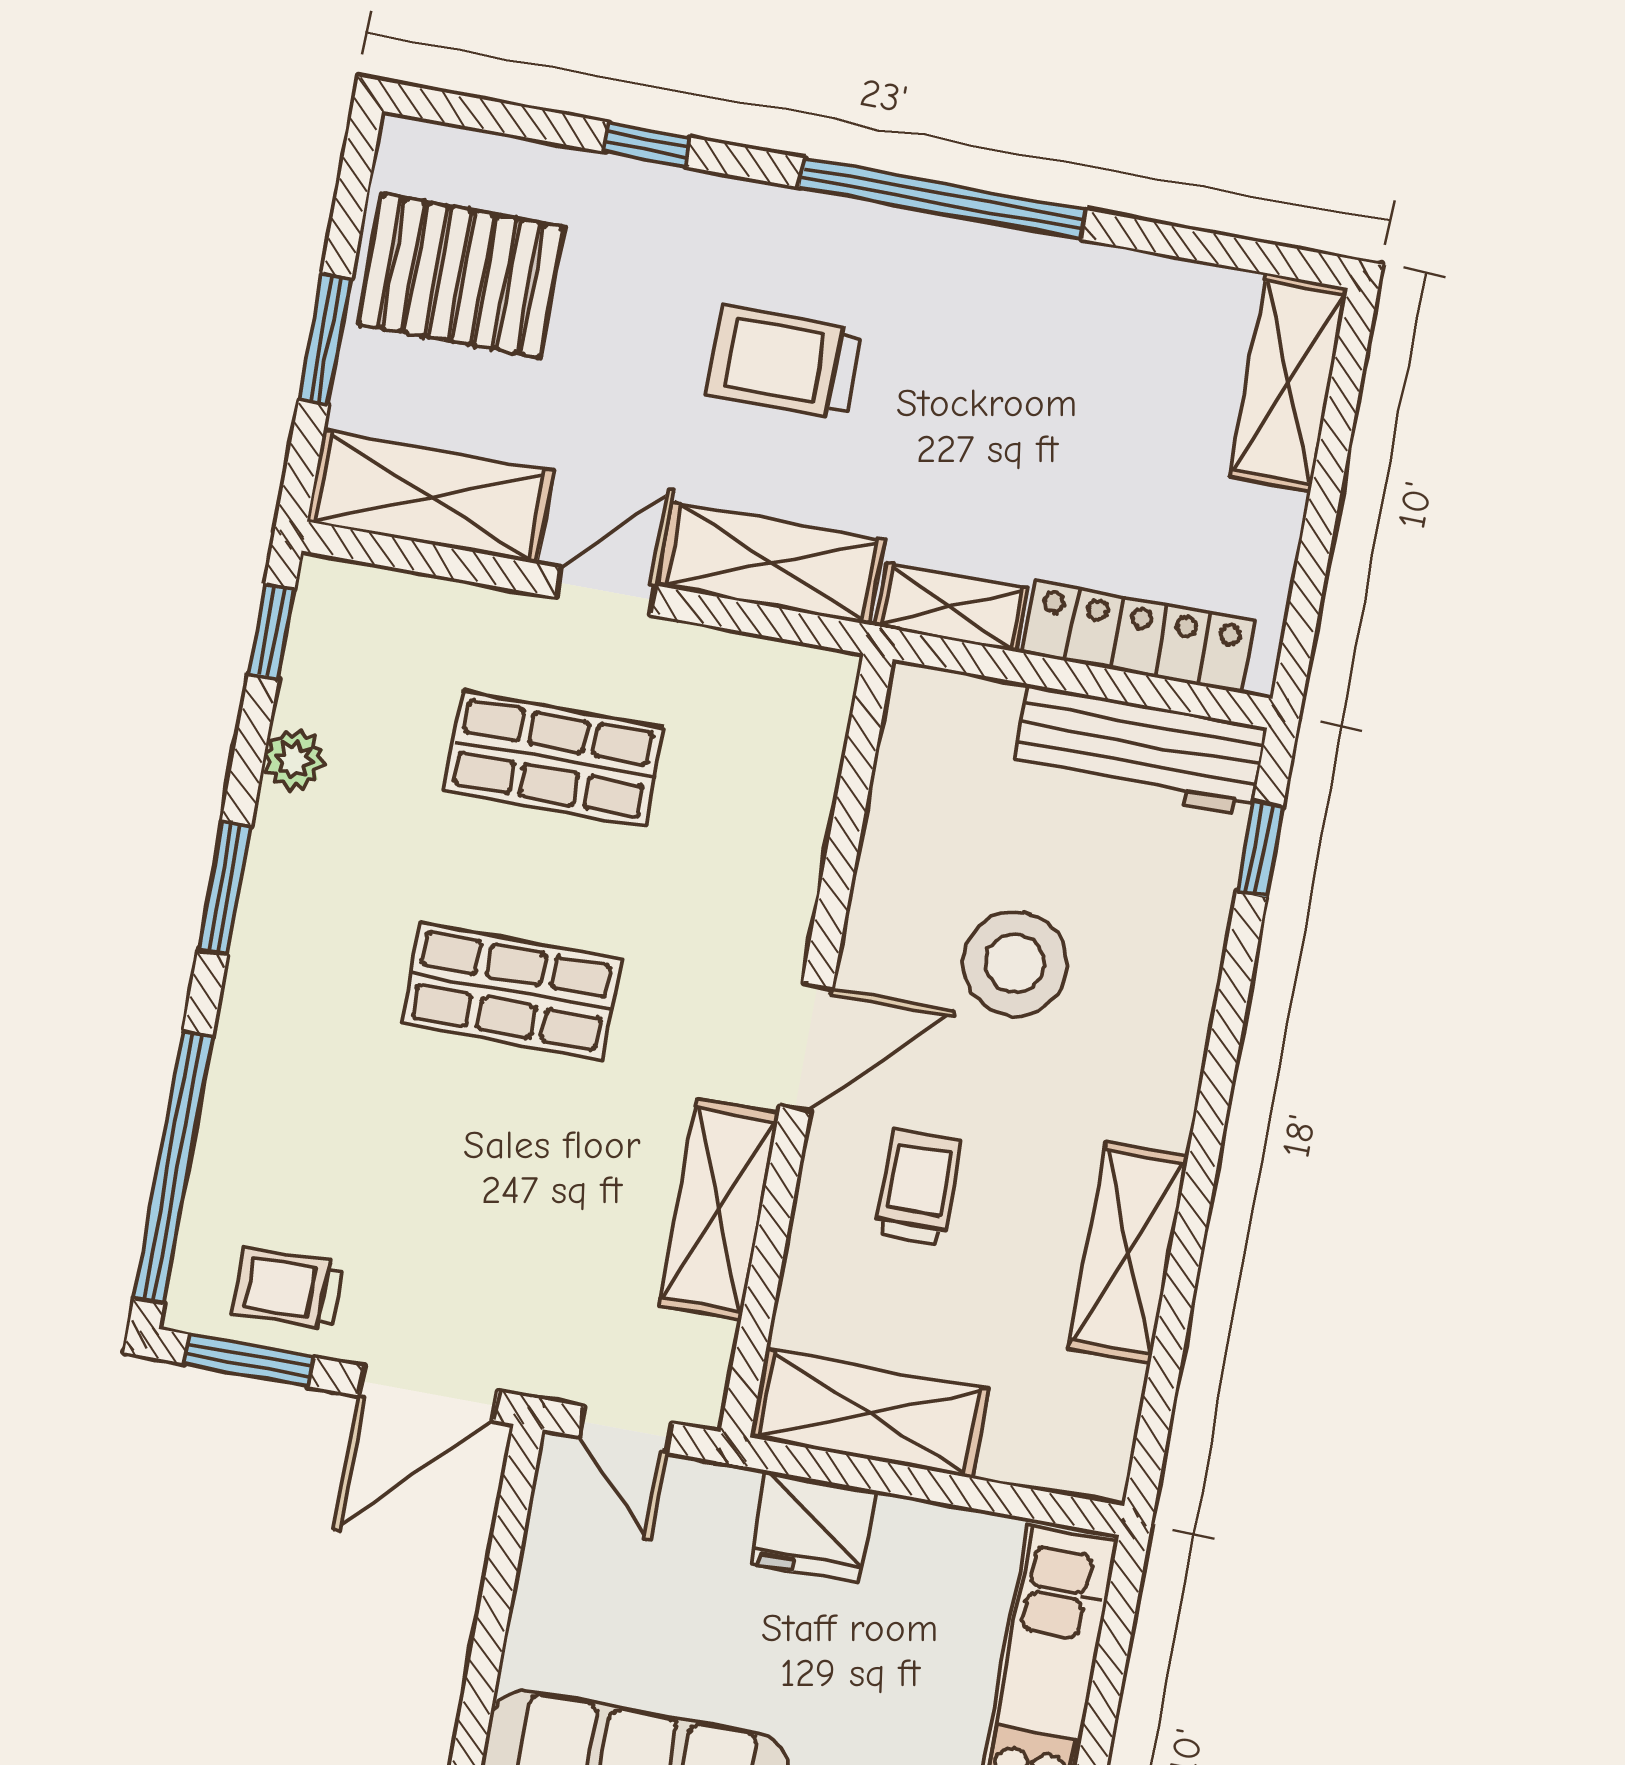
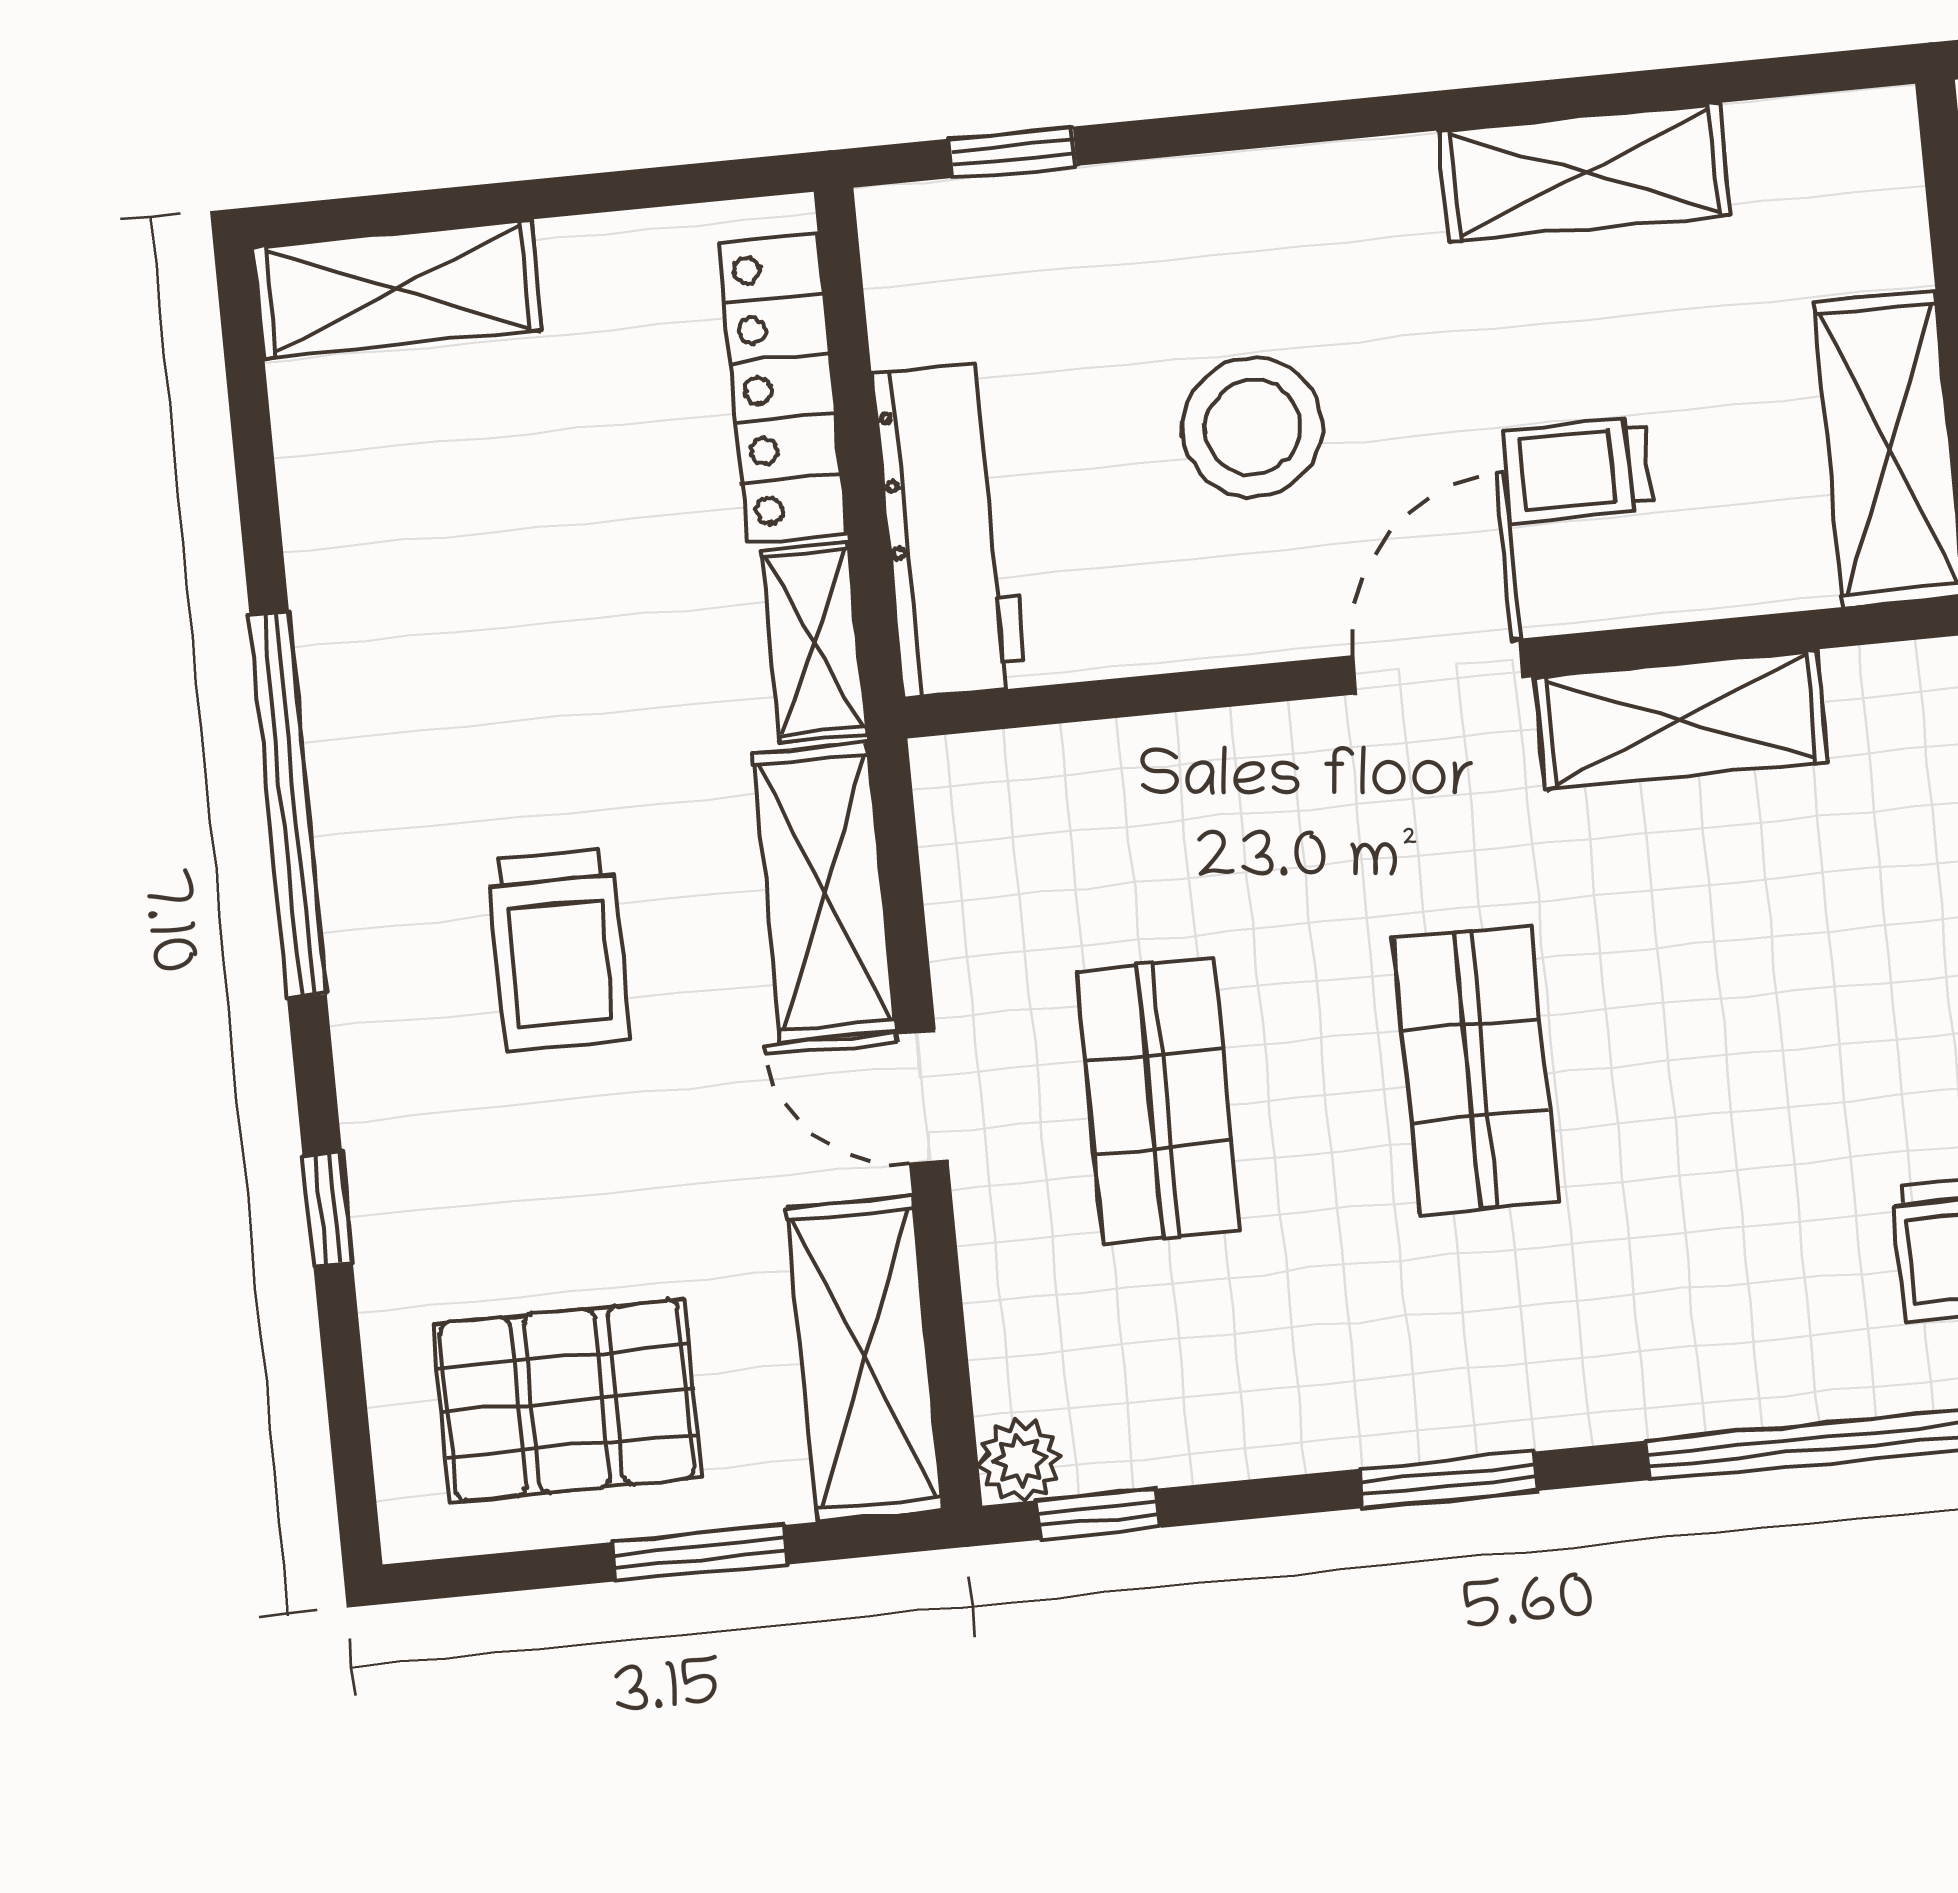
pallet: (461, 276) -> (567, 1401), turned 90
workbench: (1139, 751) -> (949, 530), moved
plant: (294, 760) -> (1020, 1460), moved
door: (806, 1047) -> (1438, 667), hinge flipped

